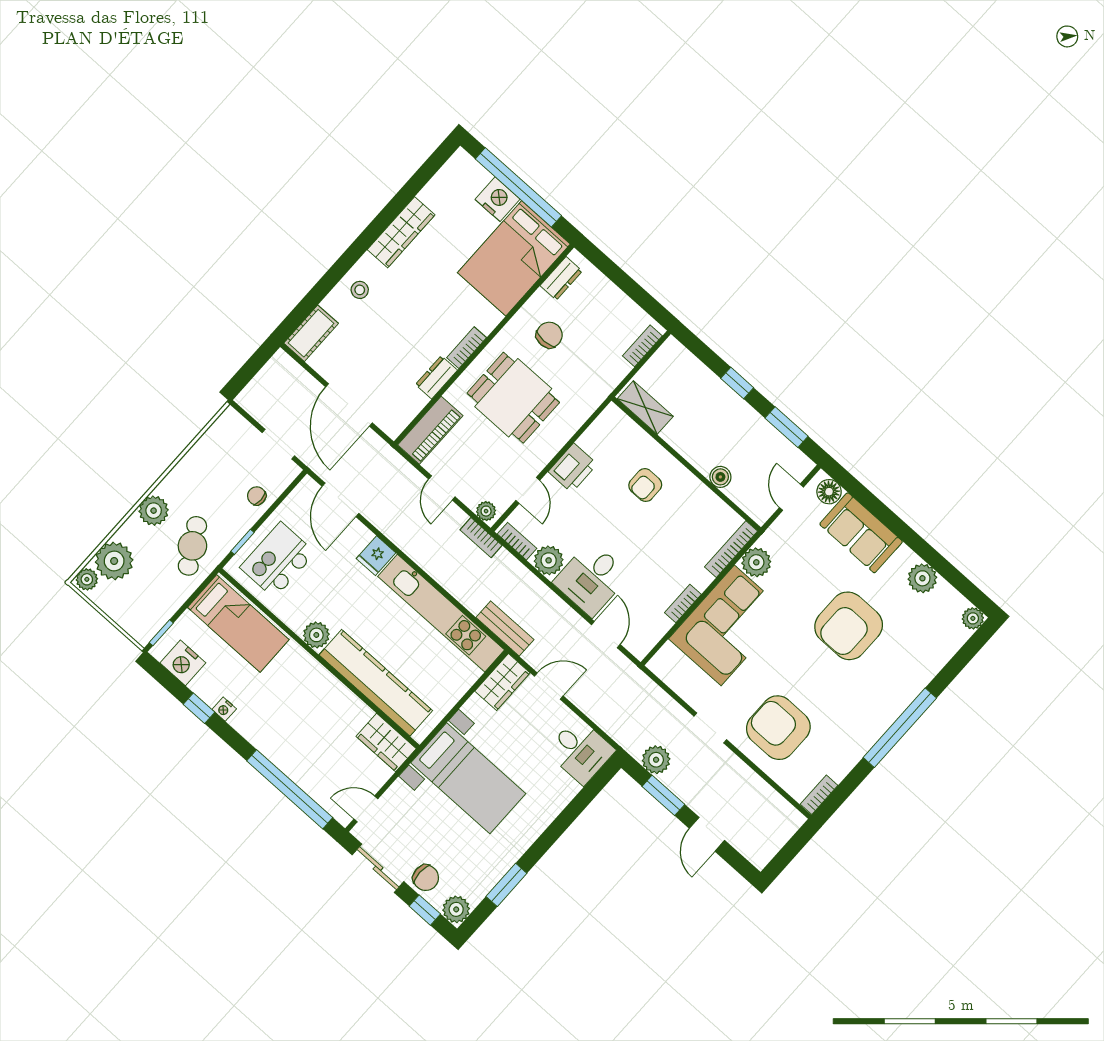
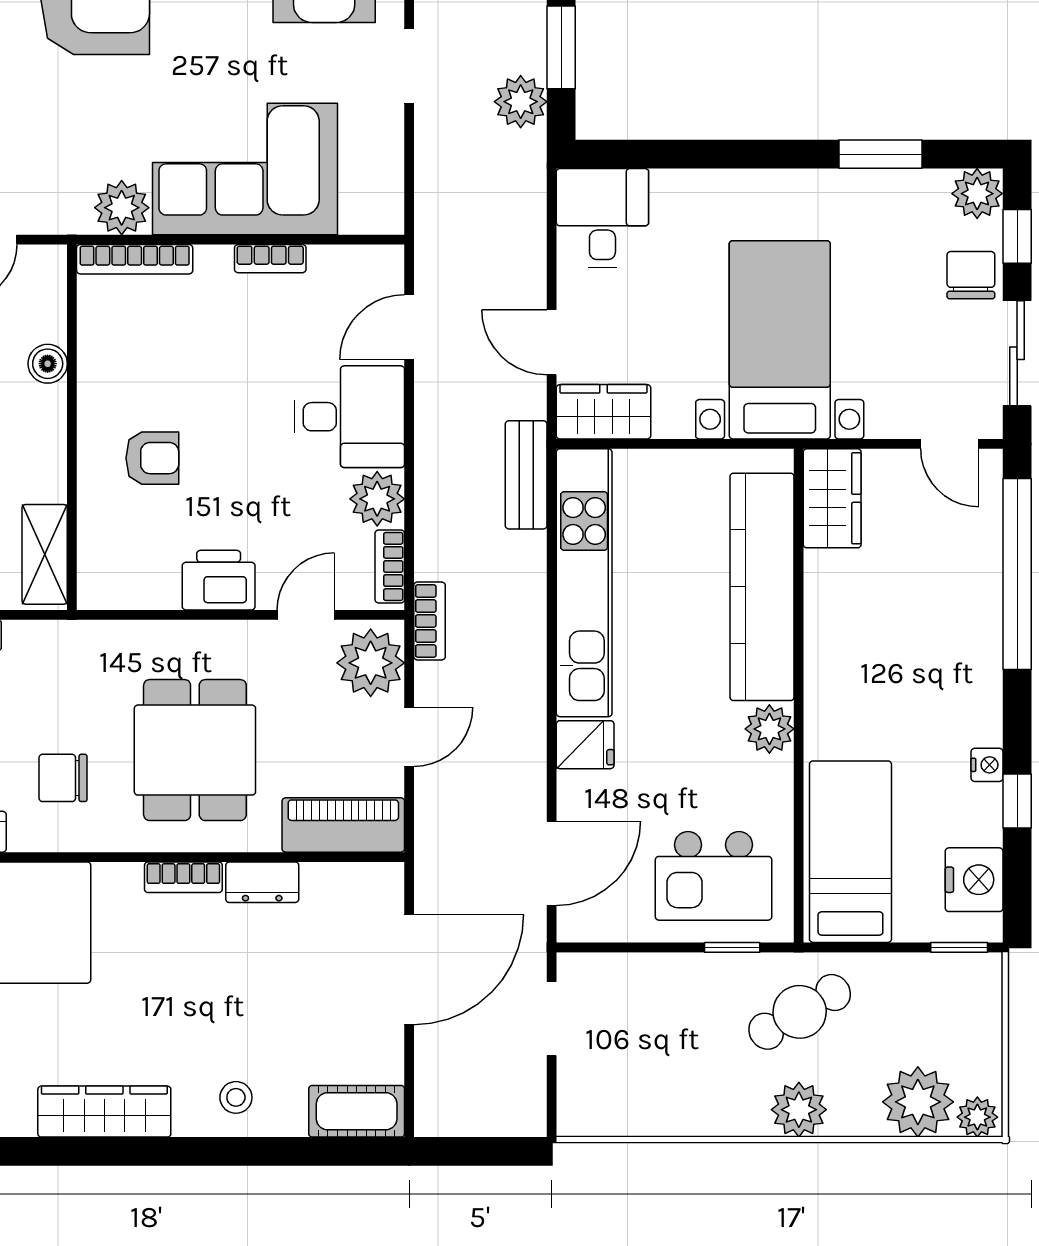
chair: (257, 496) -> (650, 985), removed
plant: (486, 511) -> (371, 663), width x1.88, depth x1.88

